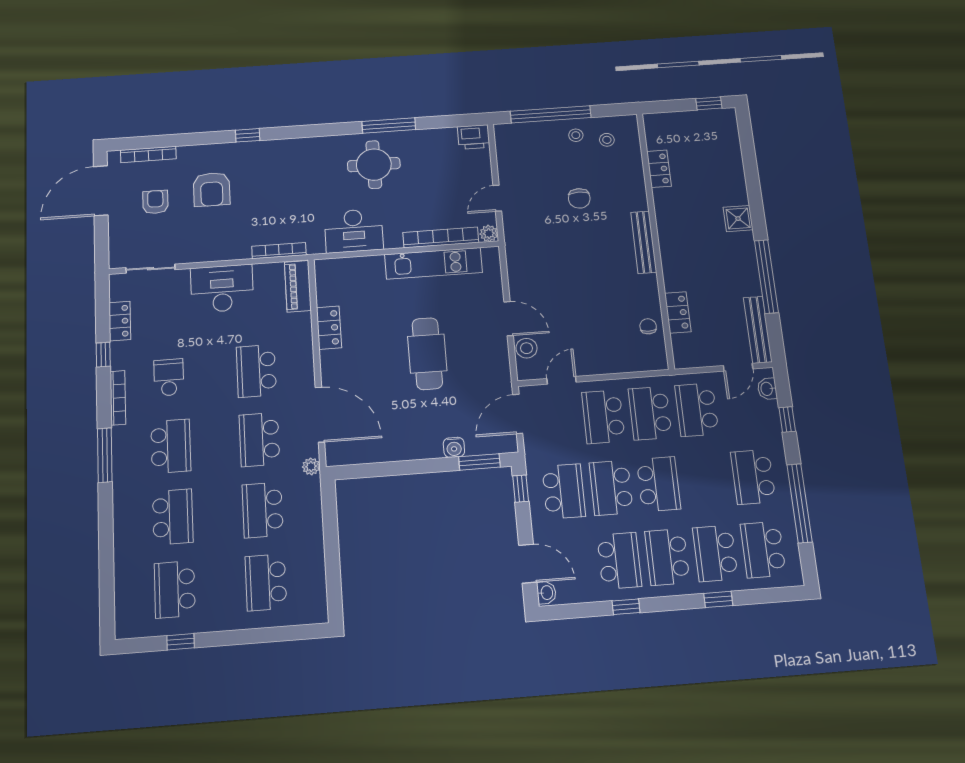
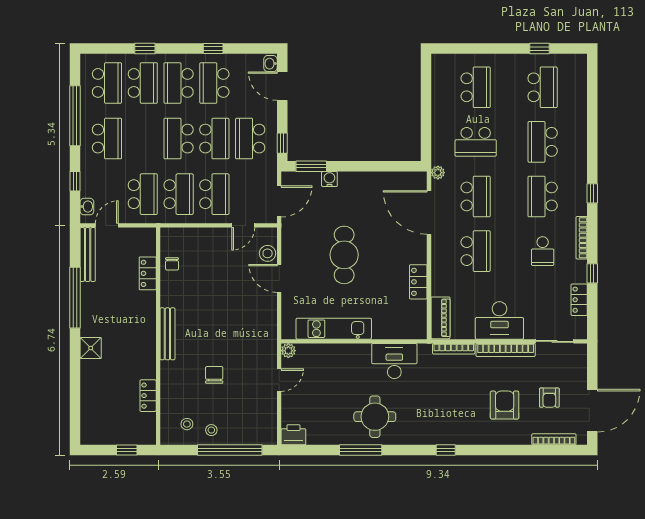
window: (709, 103) -> (127, 450), moved
window: (248, 135) -> (446, 450), moved
bookcase: (441, 237) -> (506, 350), moved
window: (105, 455) -> (592, 193), width x0.46
school desk: (263, 510) -> (476, 142), turned 90
school desk: (667, 557) -> (179, 83), turned 180

